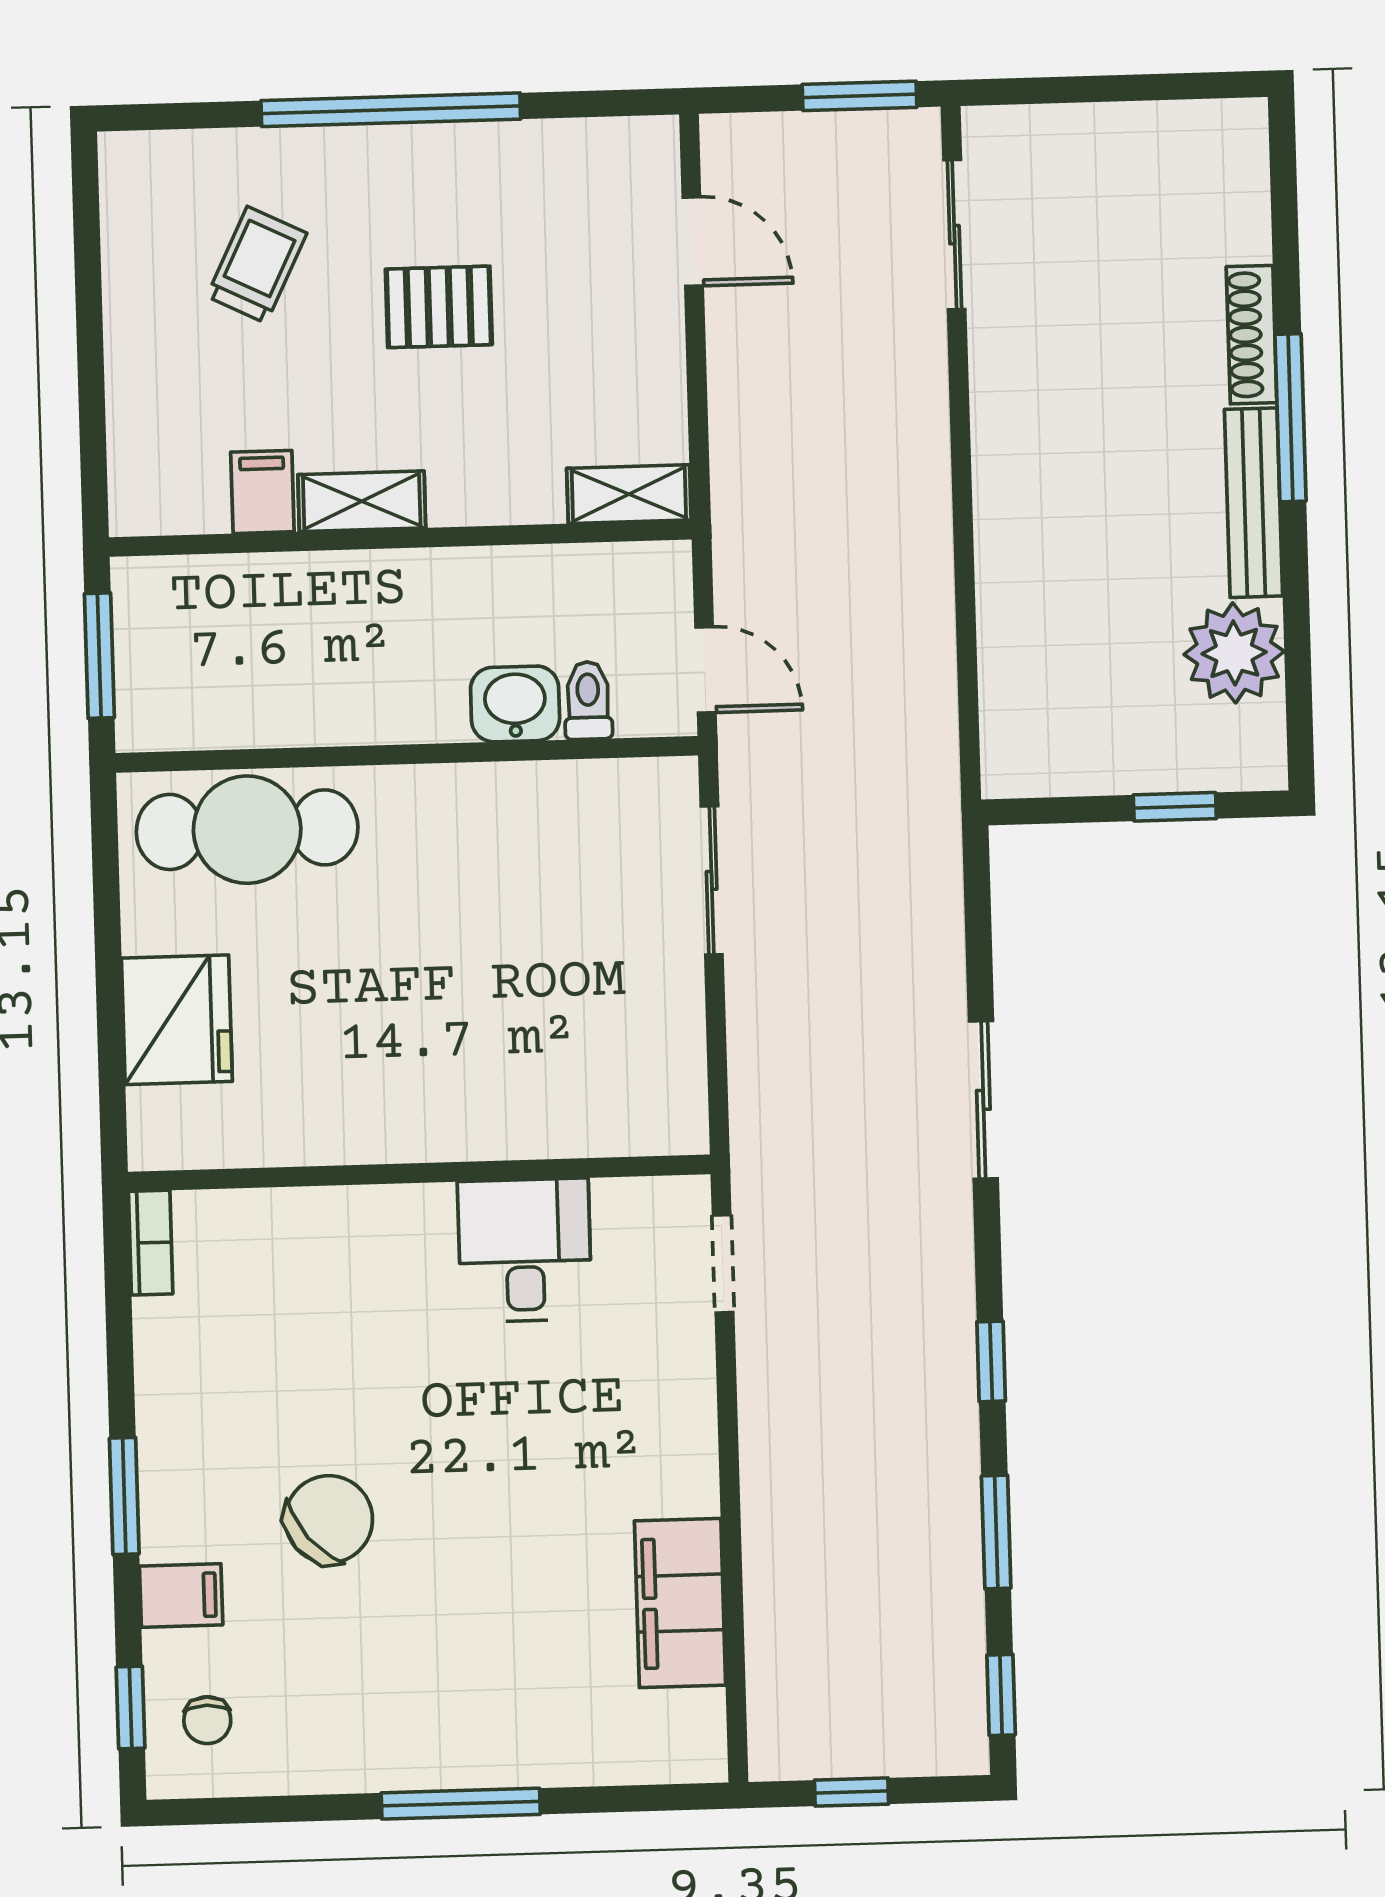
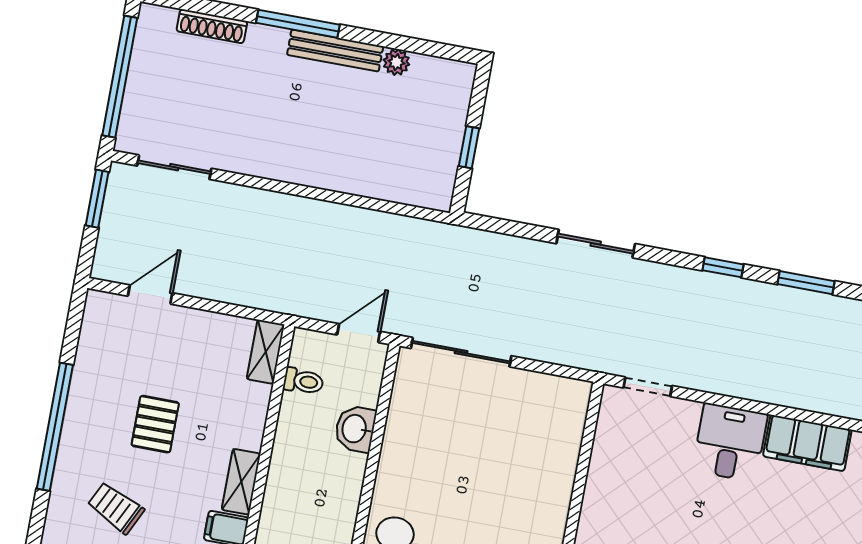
window: (1110, 88) -> (120, 77), added
shoe rack: (1252, 335) -> (212, 26), moved
plant: (1234, 653) -> (396, 62), width x0.53, depth x0.53
toilet: (588, 700) -> (303, 381), moved, turned 180
window: (1175, 807) -> (469, 147), moved
sliding door: (712, 880) -> (461, 352), width x1.37
desk: (525, 1250) -> (730, 442), moved, turned 90

